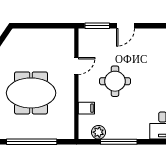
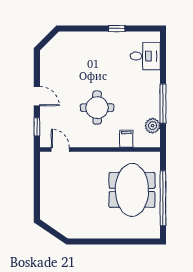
window: (97, 26) -> (37, 127), width x0.67
door: (76, 66) -> (60, 150), moved
meeting table: (31, 93) -> (132, 190), moved

